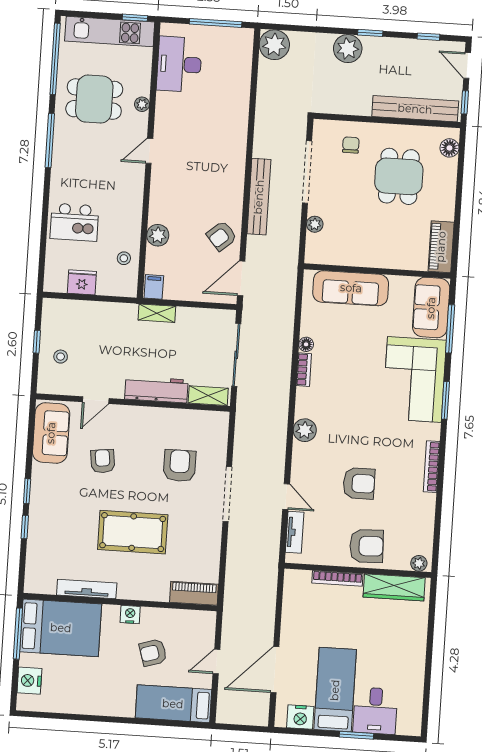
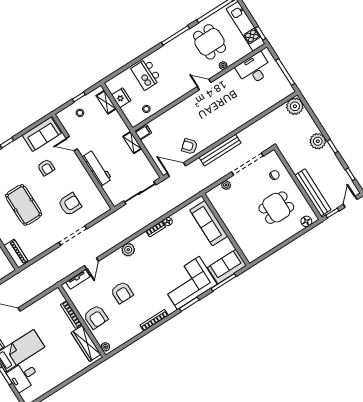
plant: (158, 235) -> (168, 117), removed
piano: (441, 247) -> (258, 251), removed
shelving: (208, 396) -> (106, 102), moved
armchair: (103, 461) -> (46, 167), turned 97

